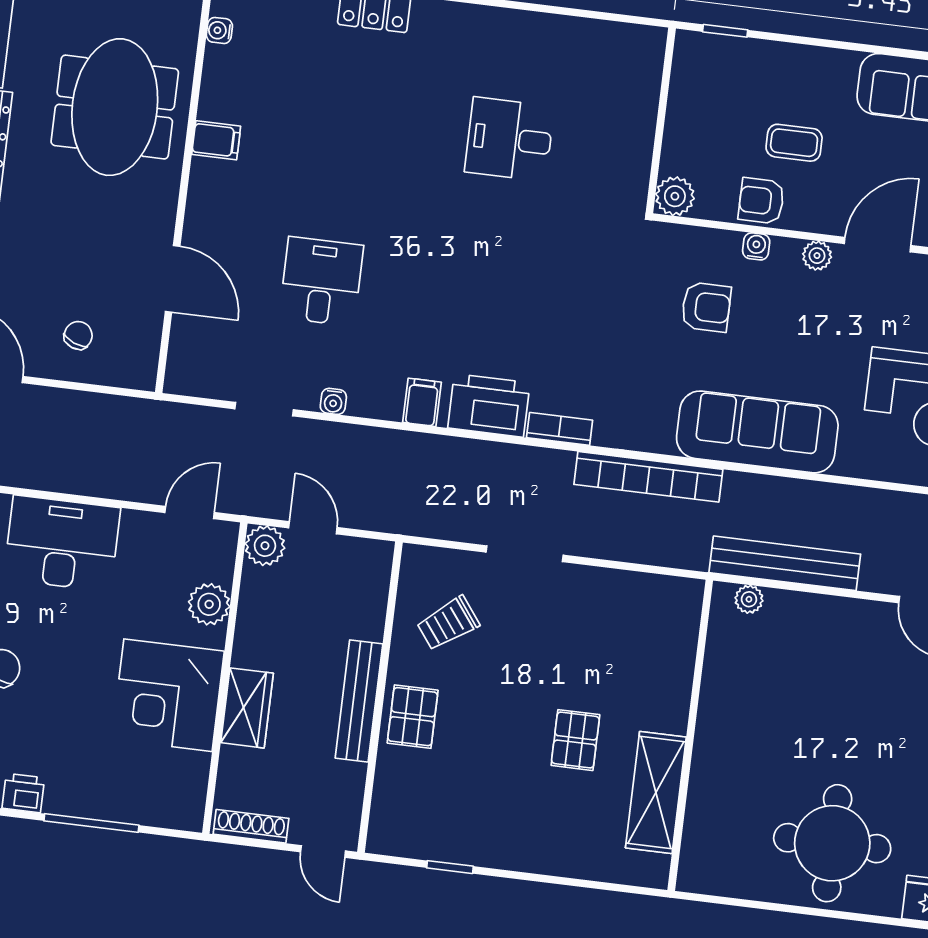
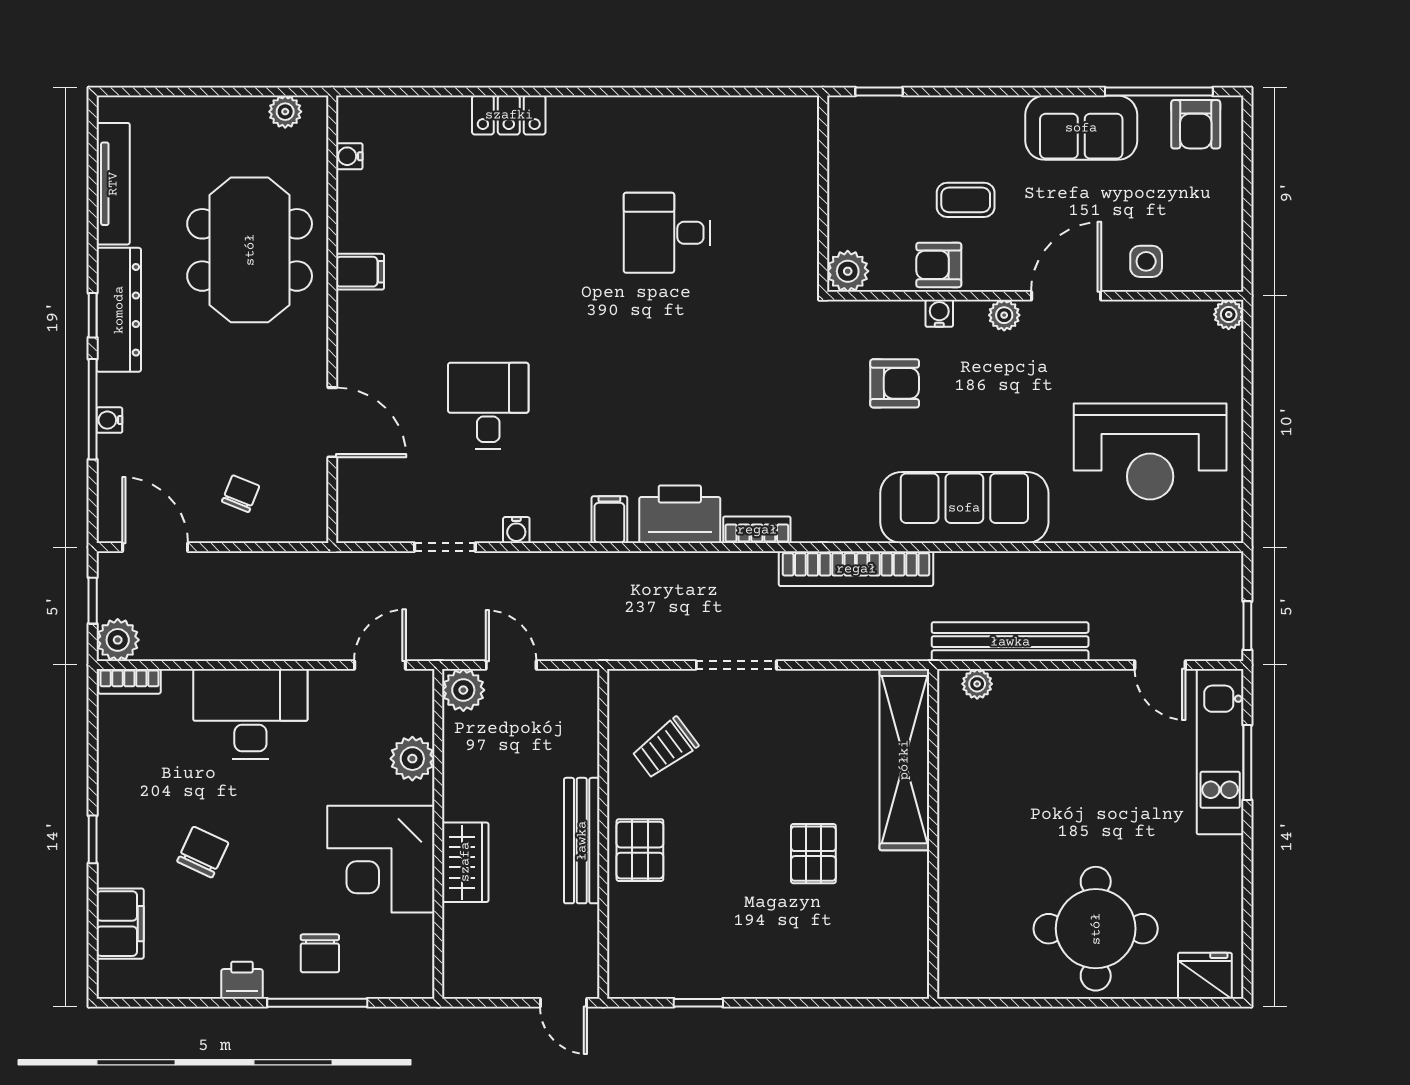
chair: (100, 777) -> (320, 953), added
shelving: (656, 792) -> (904, 760), moved, width x1.47
shoe rack: (251, 826) -> (485, 986), removed

